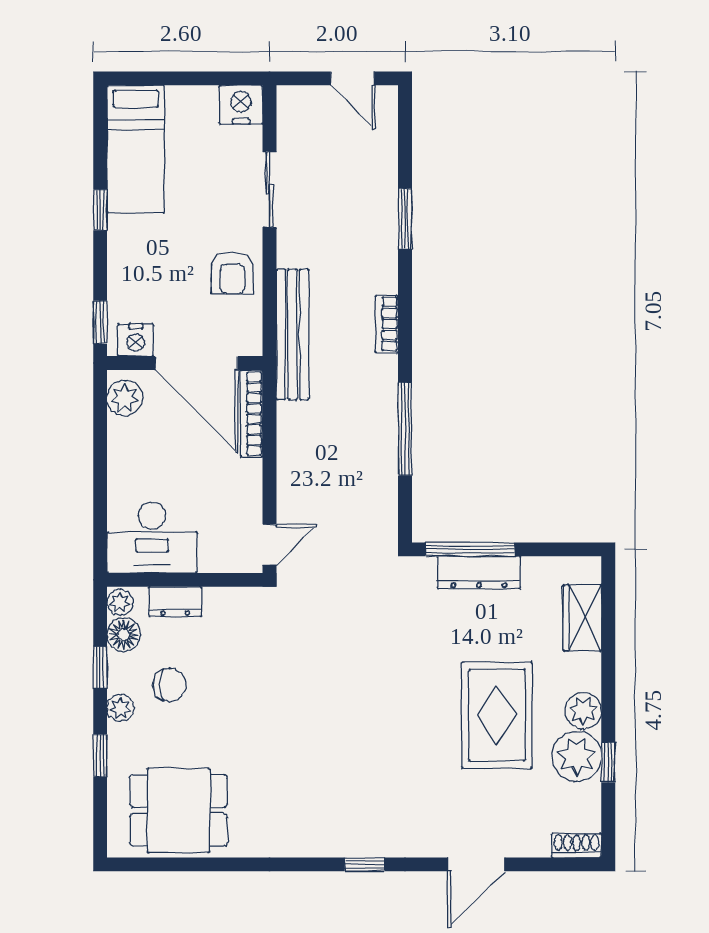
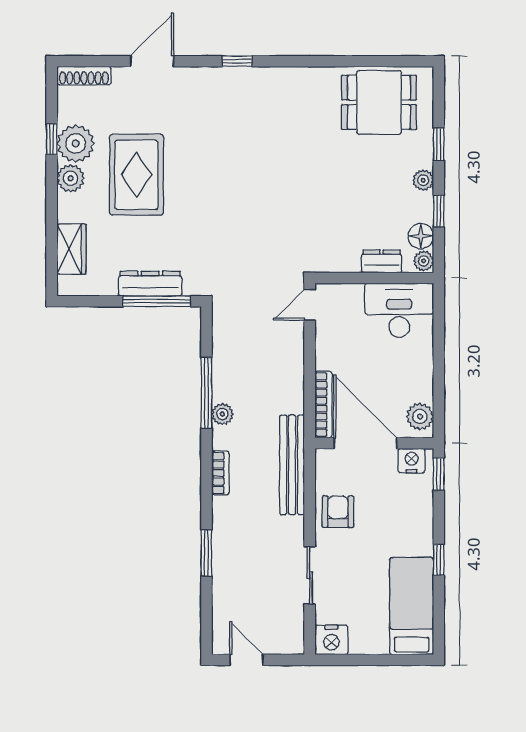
plant: (384, 401) -> (222, 414), added
chair: (169, 685) -> (386, 198), removed
shoe rack: (577, 845) -> (84, 76), width x1.43

